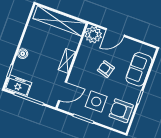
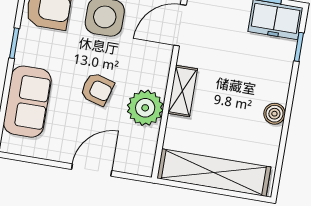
plant: (93, 35) -> (145, 108), moved
boiler: (23, 54) -> (274, 114), moved

